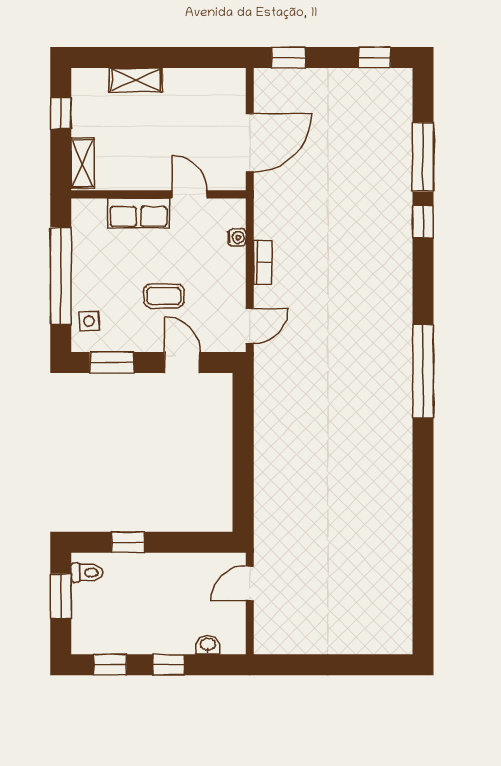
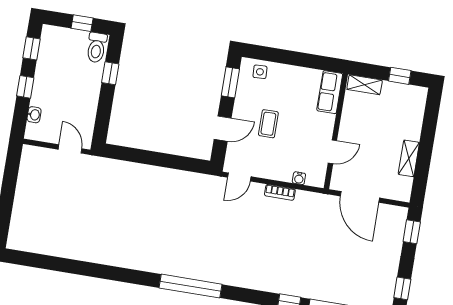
shelving: (136, 80) -> (409, 158), moved
row of seats: (139, 213) -> (330, 92), moved
window: (61, 276) -> (293, 58), removed
door: (250, 326) -> (239, 177), hinge flipped
toilet: (87, 573) -> (96, 48), width x1.37, depth x1.39
window: (61, 596) -> (82, 23), width x0.67

